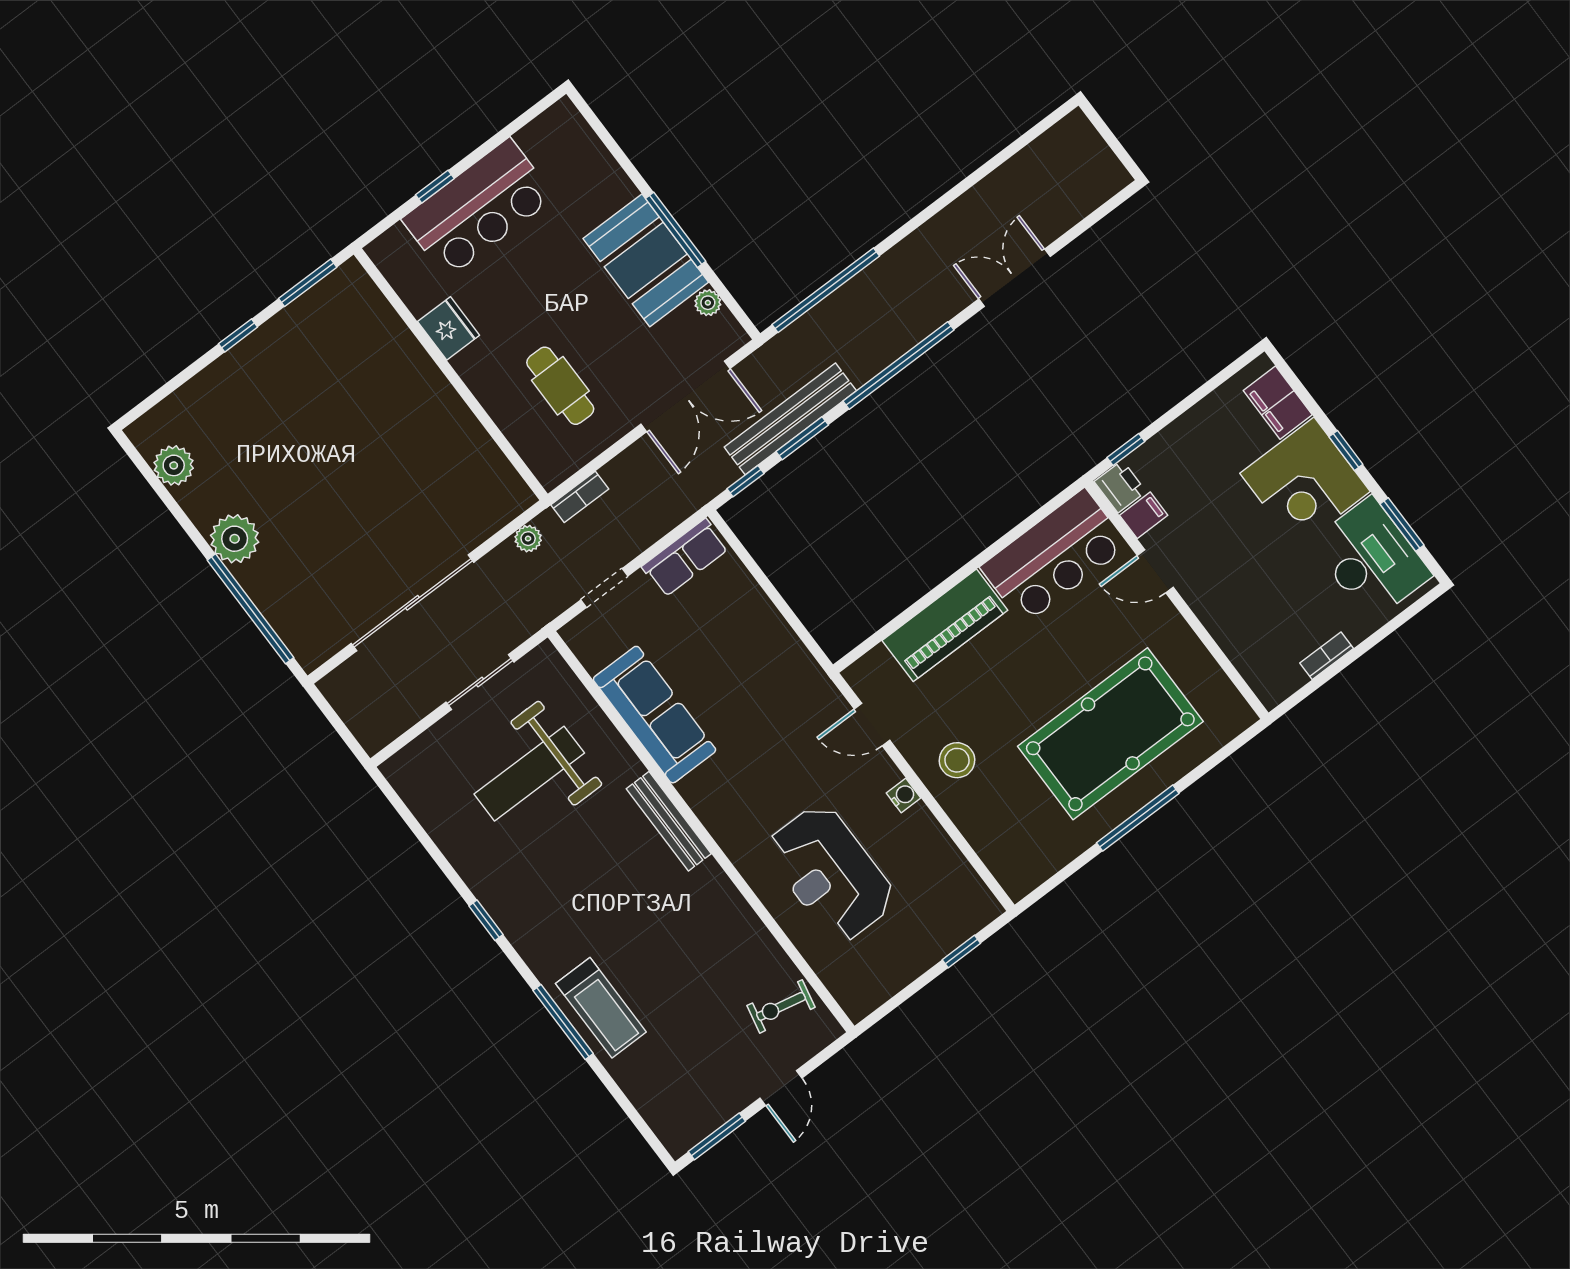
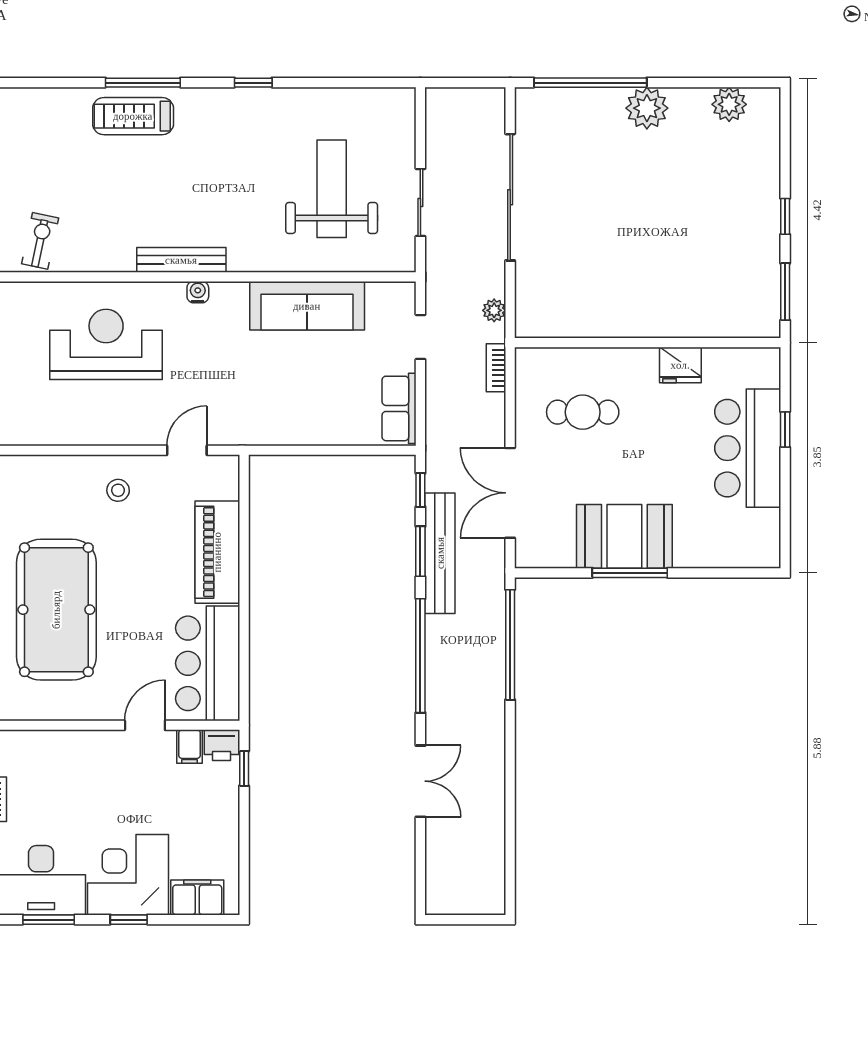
plant: (708, 303) -> (563, 557), removed
stool: (957, 760) -> (118, 490), width x0.73, depth x0.73
water cooler: (903, 795) -> (198, 292), moved, turned 180
bench: (669, 821) -> (181, 260), moved

